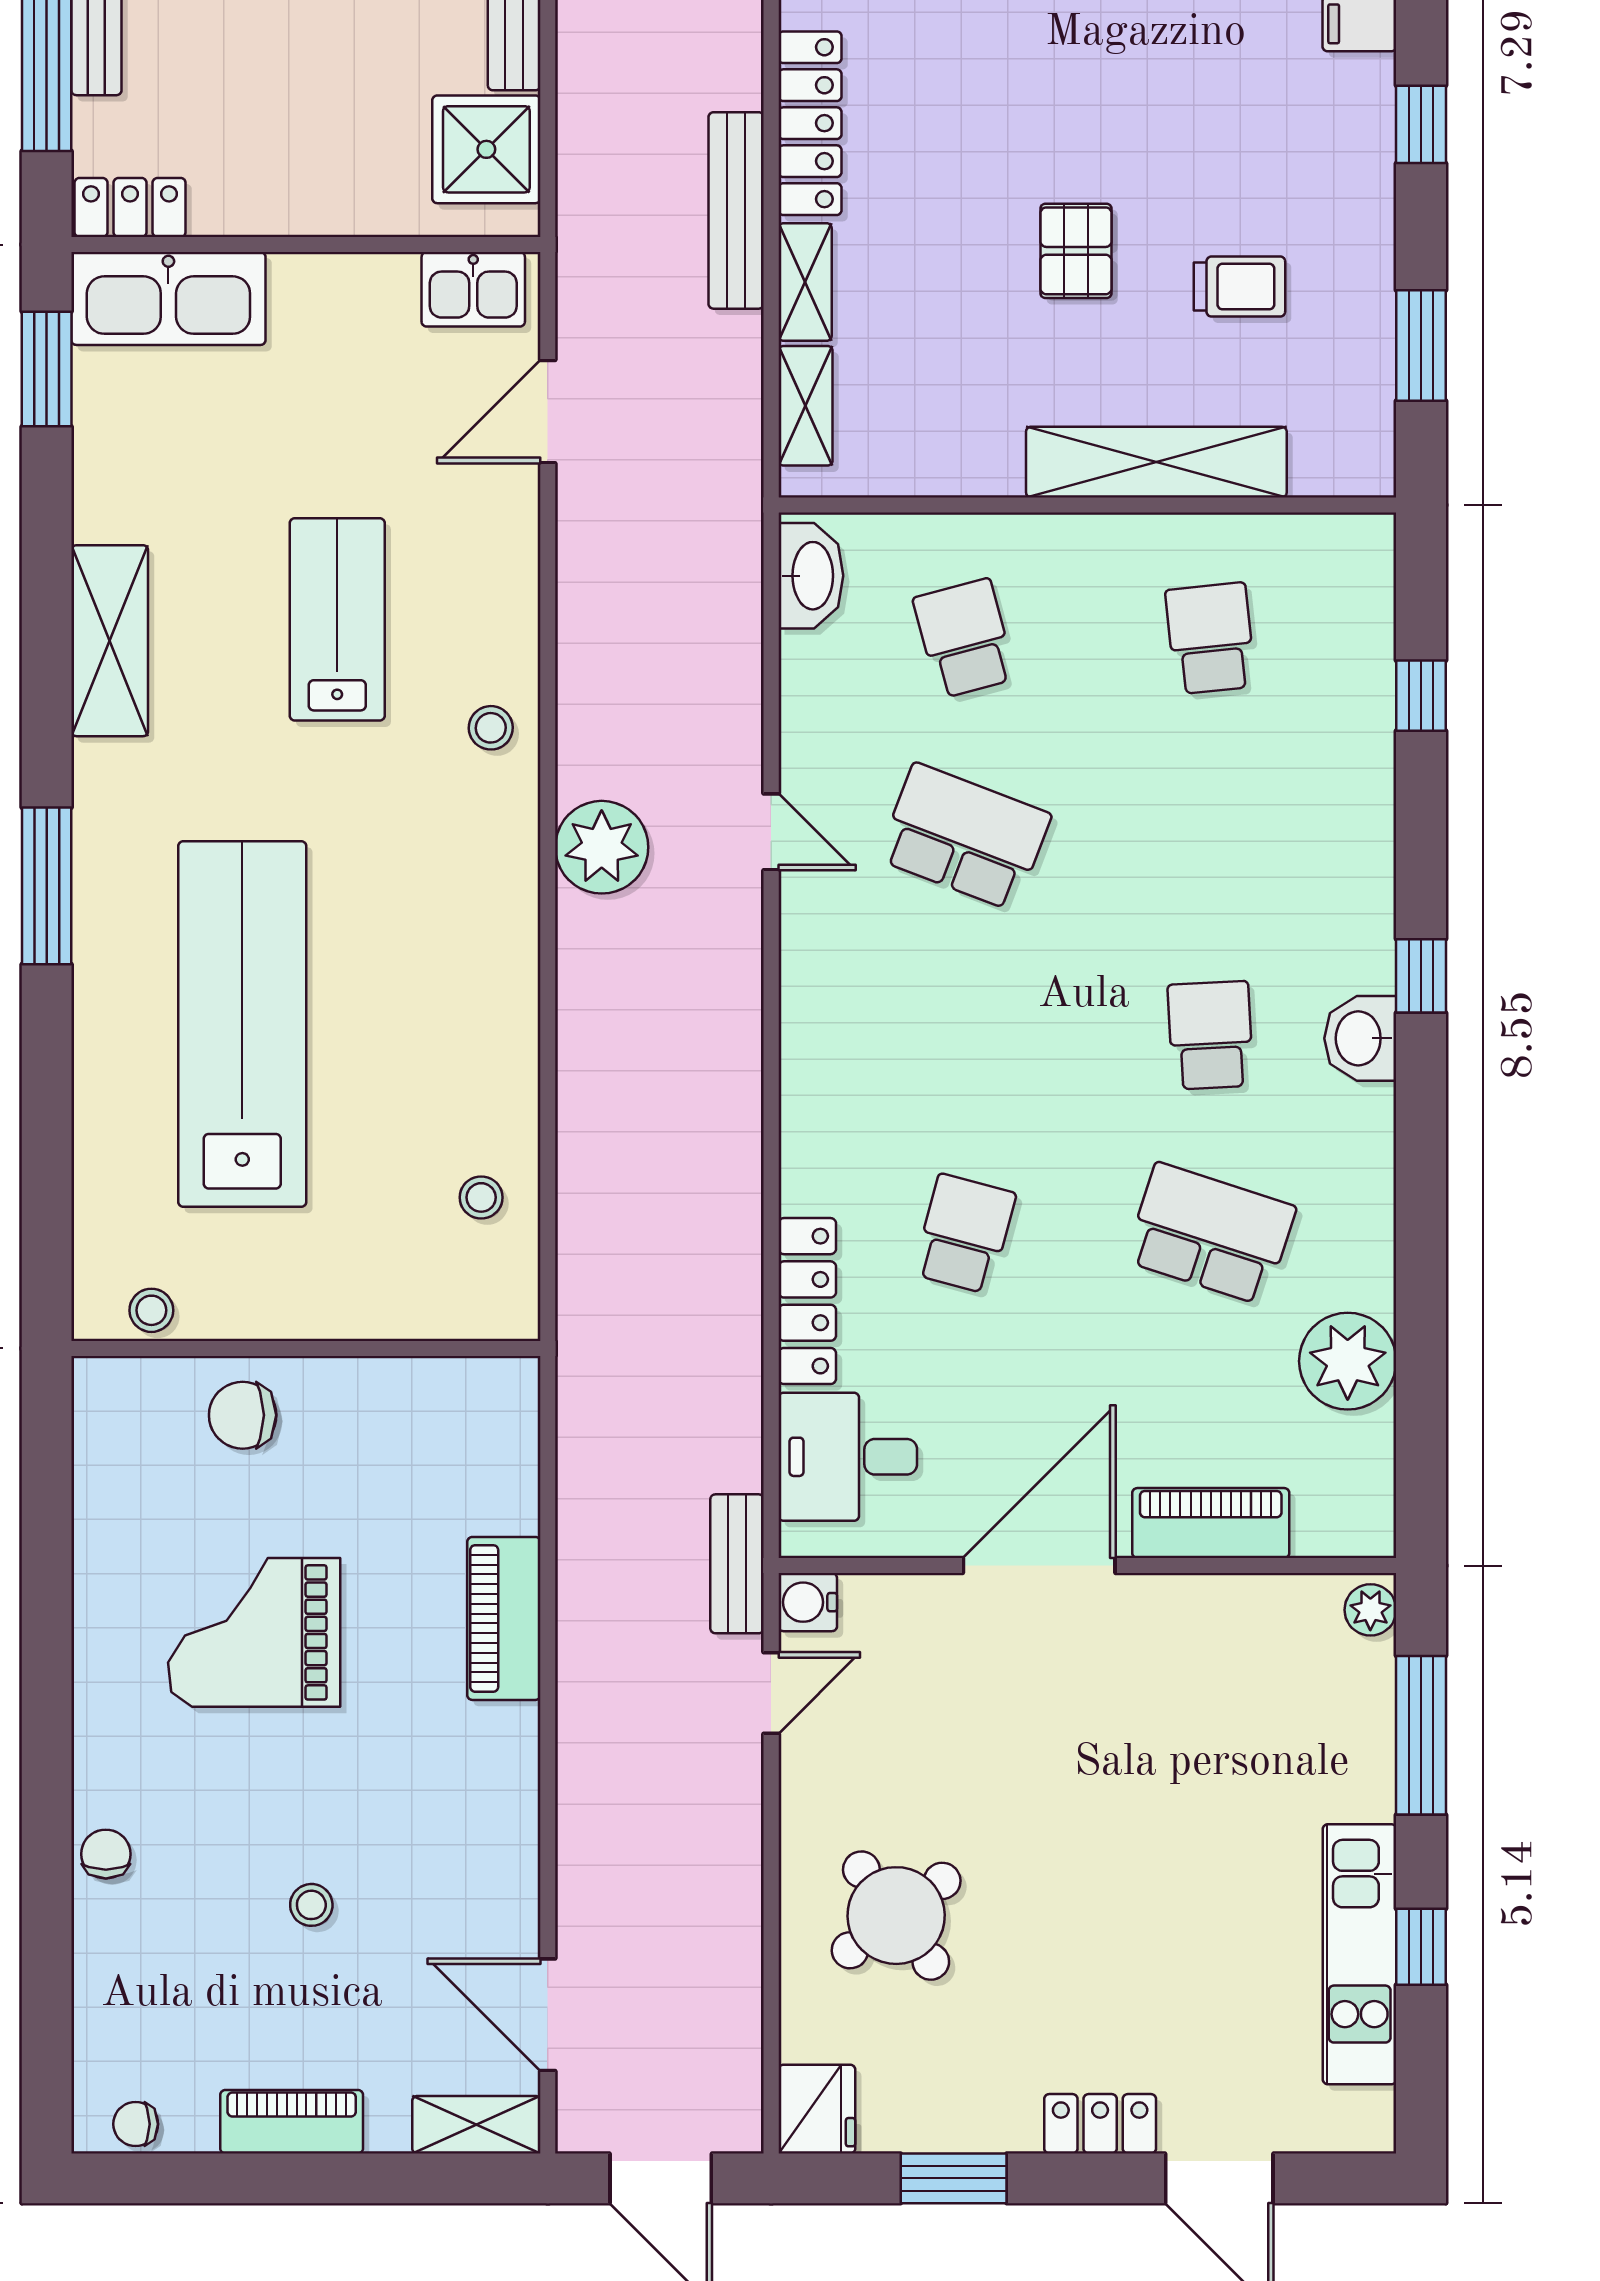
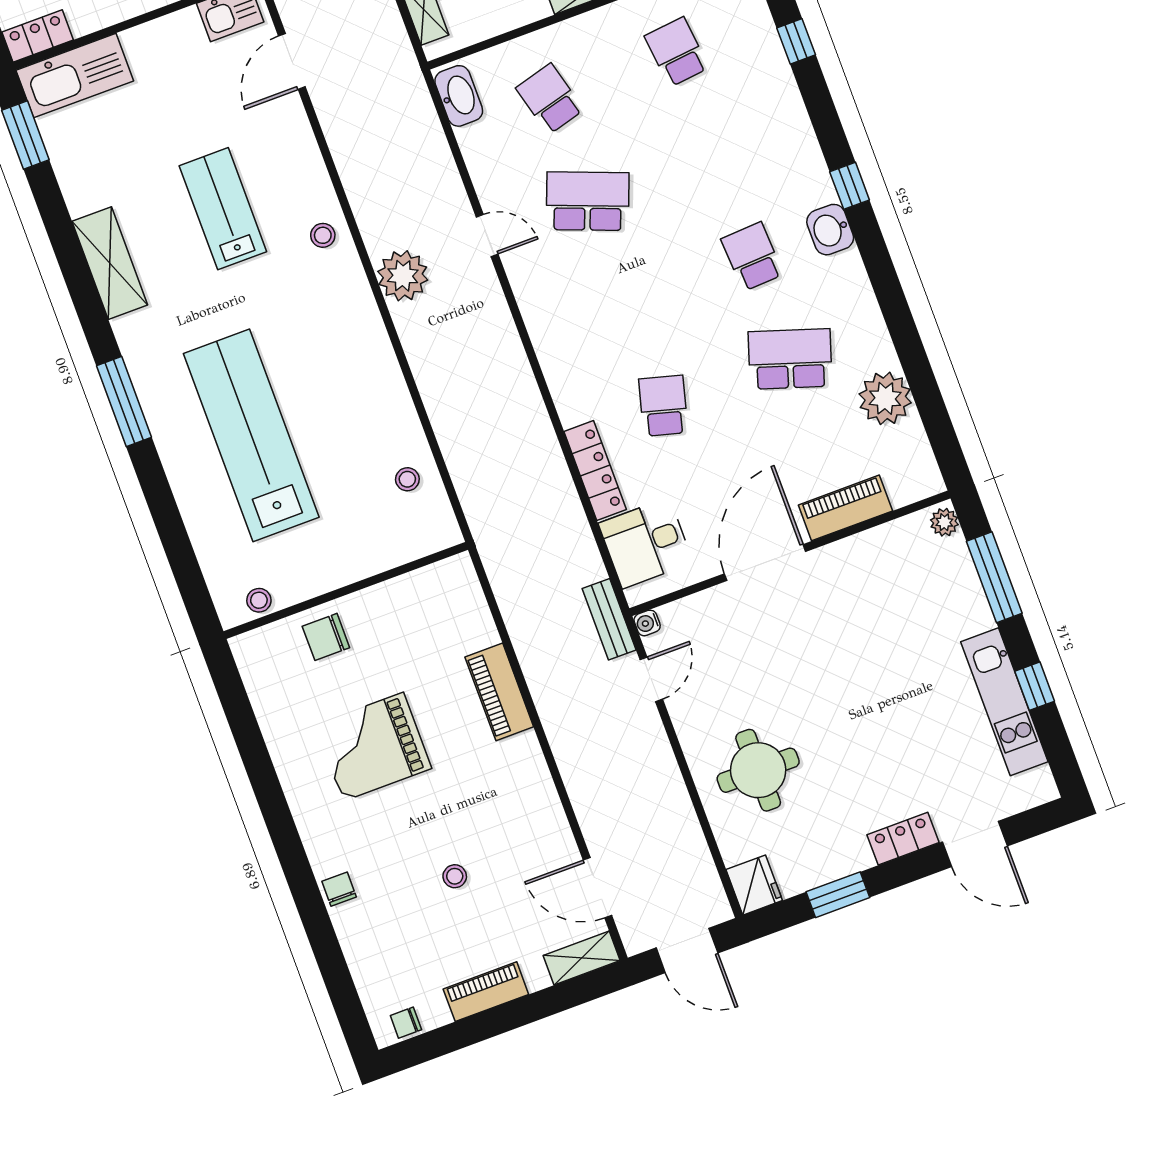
water cooler: (808, 1602) -> (647, 623), width x0.72, depth x0.72
round table: (896, 1916) -> (758, 770), turned 37

